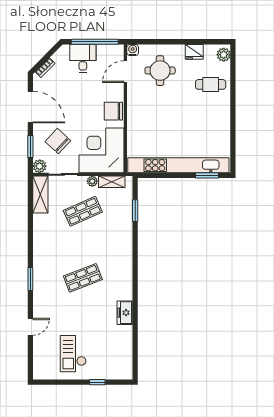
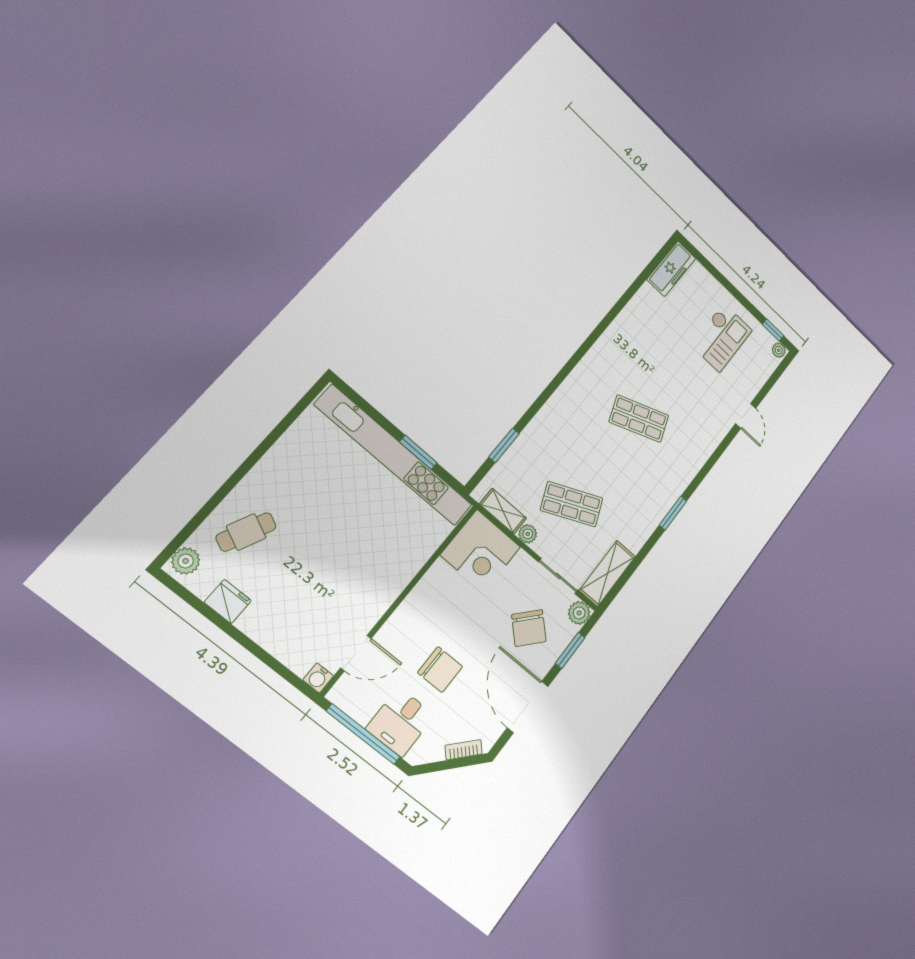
round table: (160, 71) -> (304, 614), removed
cafe table: (211, 84) -> (246, 532), turned -65
chair: (113, 111) -> (440, 670), moved
corner desk: (101, 150) -> (481, 551), width x0.74, depth x0.74
window: (207, 175) -> (418, 452), moved
window: (30, 279) -> (673, 513), moved
freezer: (125, 313) -> (671, 269), moved, width x1.40
door: (30, 327) -> (746, 416), swing flipped
plant: (39, 375) -> (779, 350), added
window: (97, 382) -> (773, 330), moved

